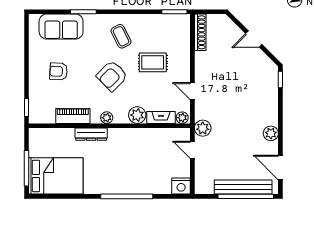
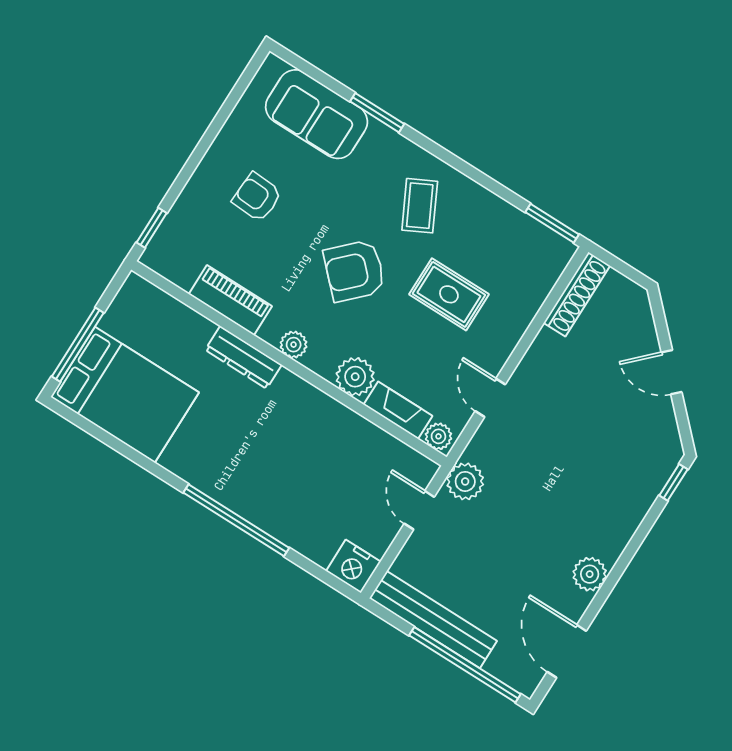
bench: (243, 187) -> (433, 620), moved

